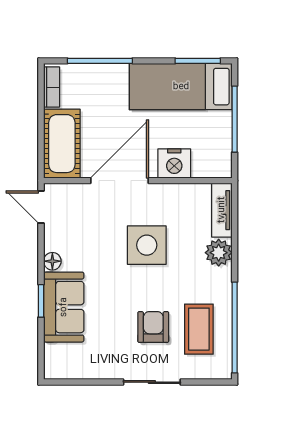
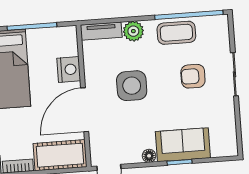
door: (120, 181) -> (85, 110), hinge flipped
coffee table: (199, 329) -> (176, 33), moved

